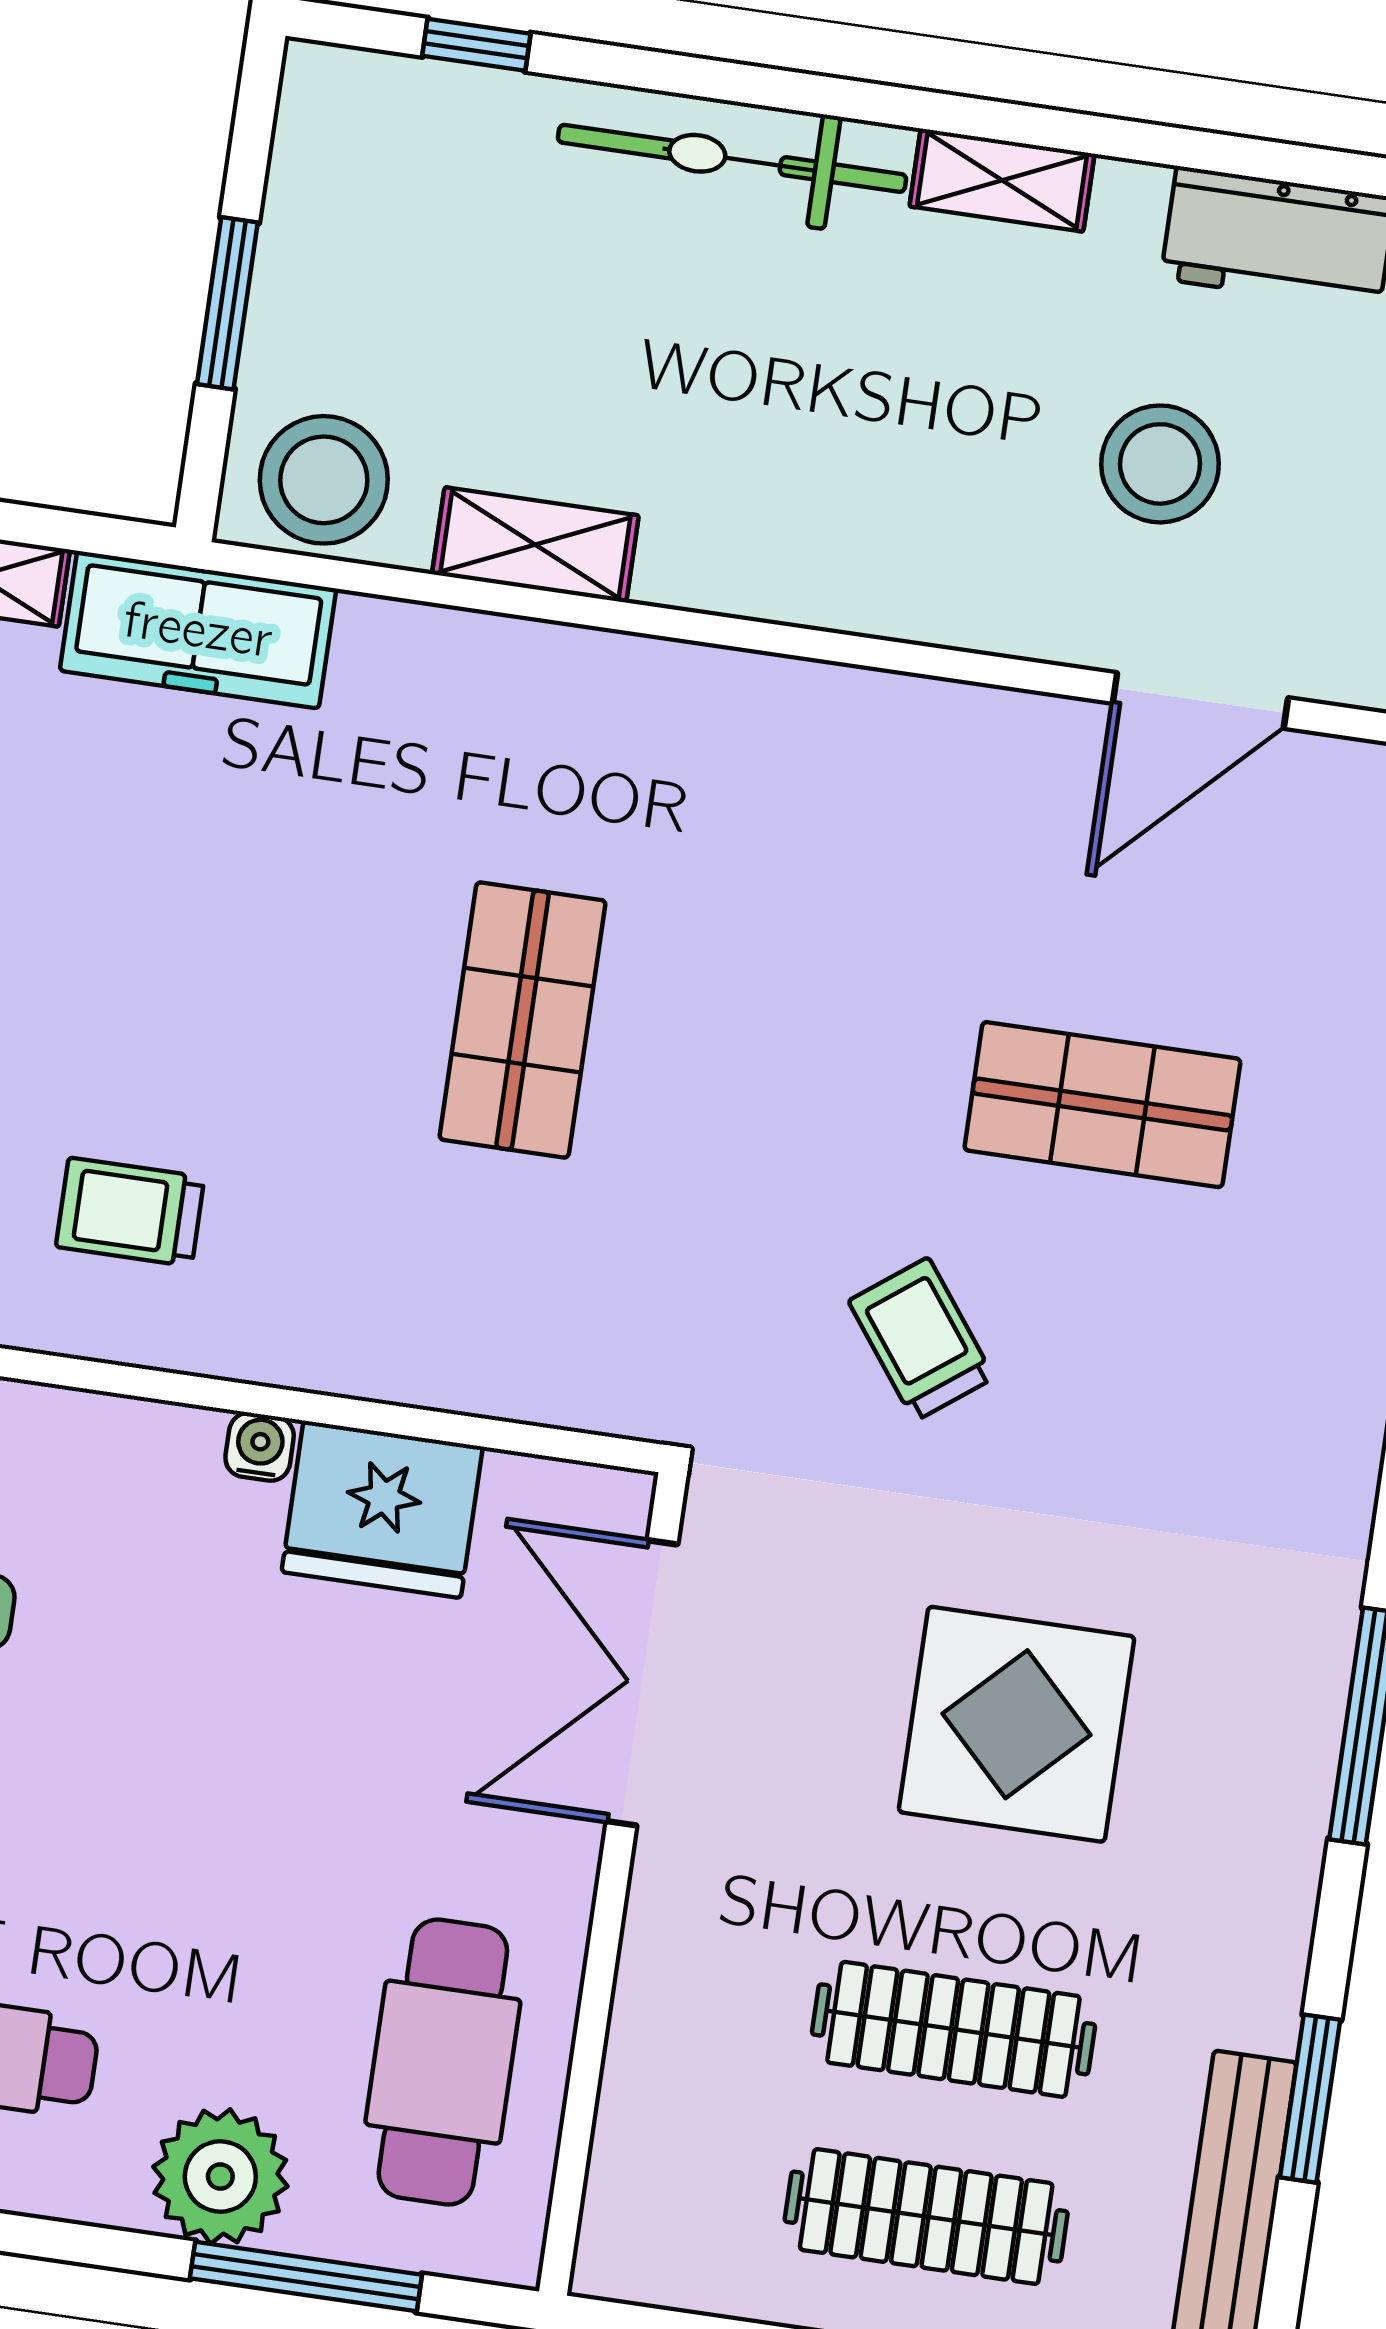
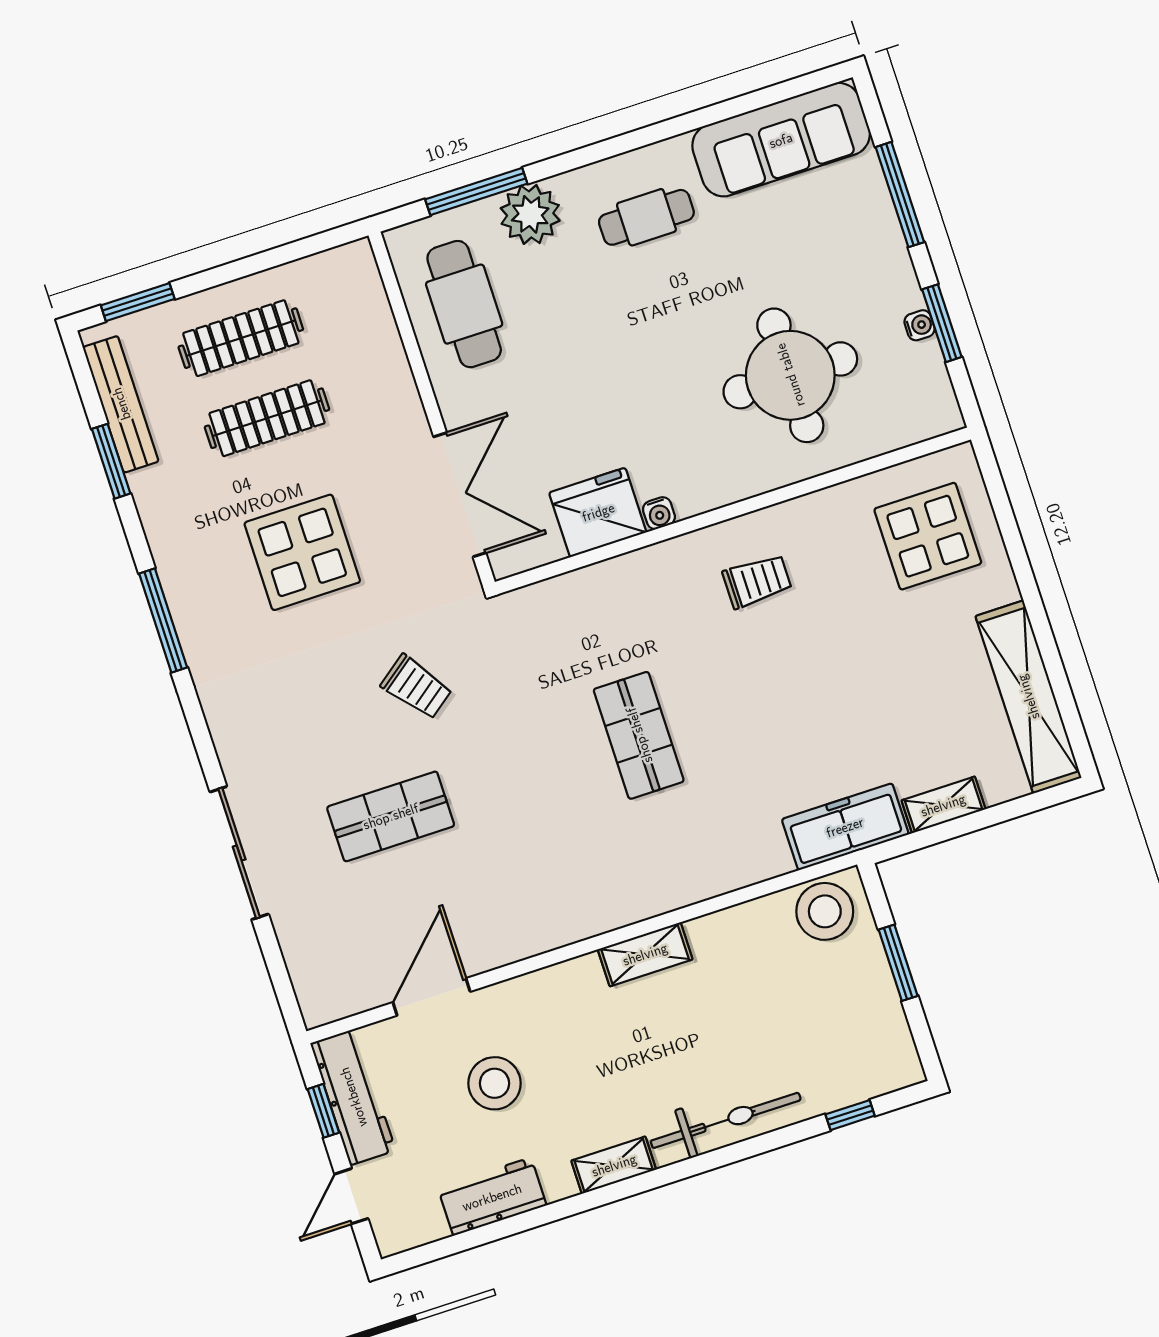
shelving: (535, 545) -> (645, 954), moved

